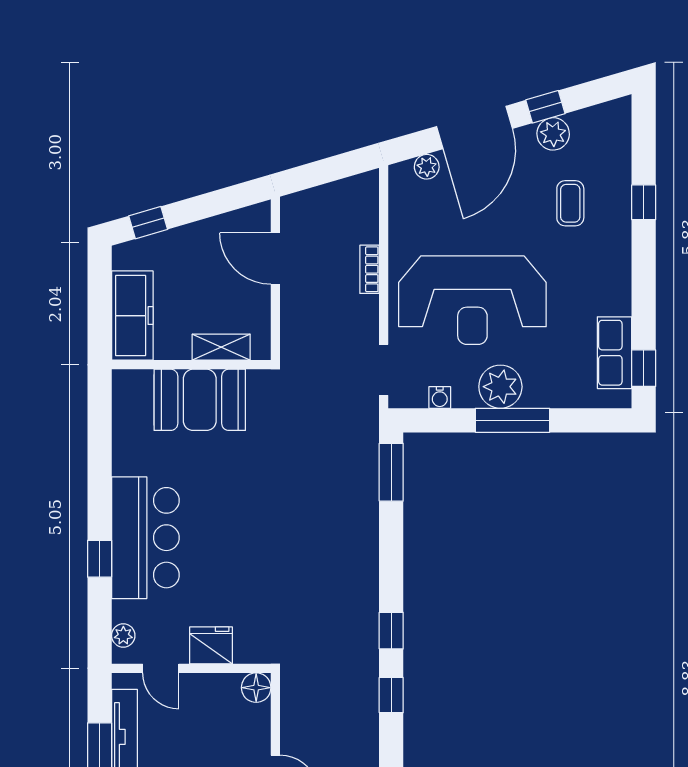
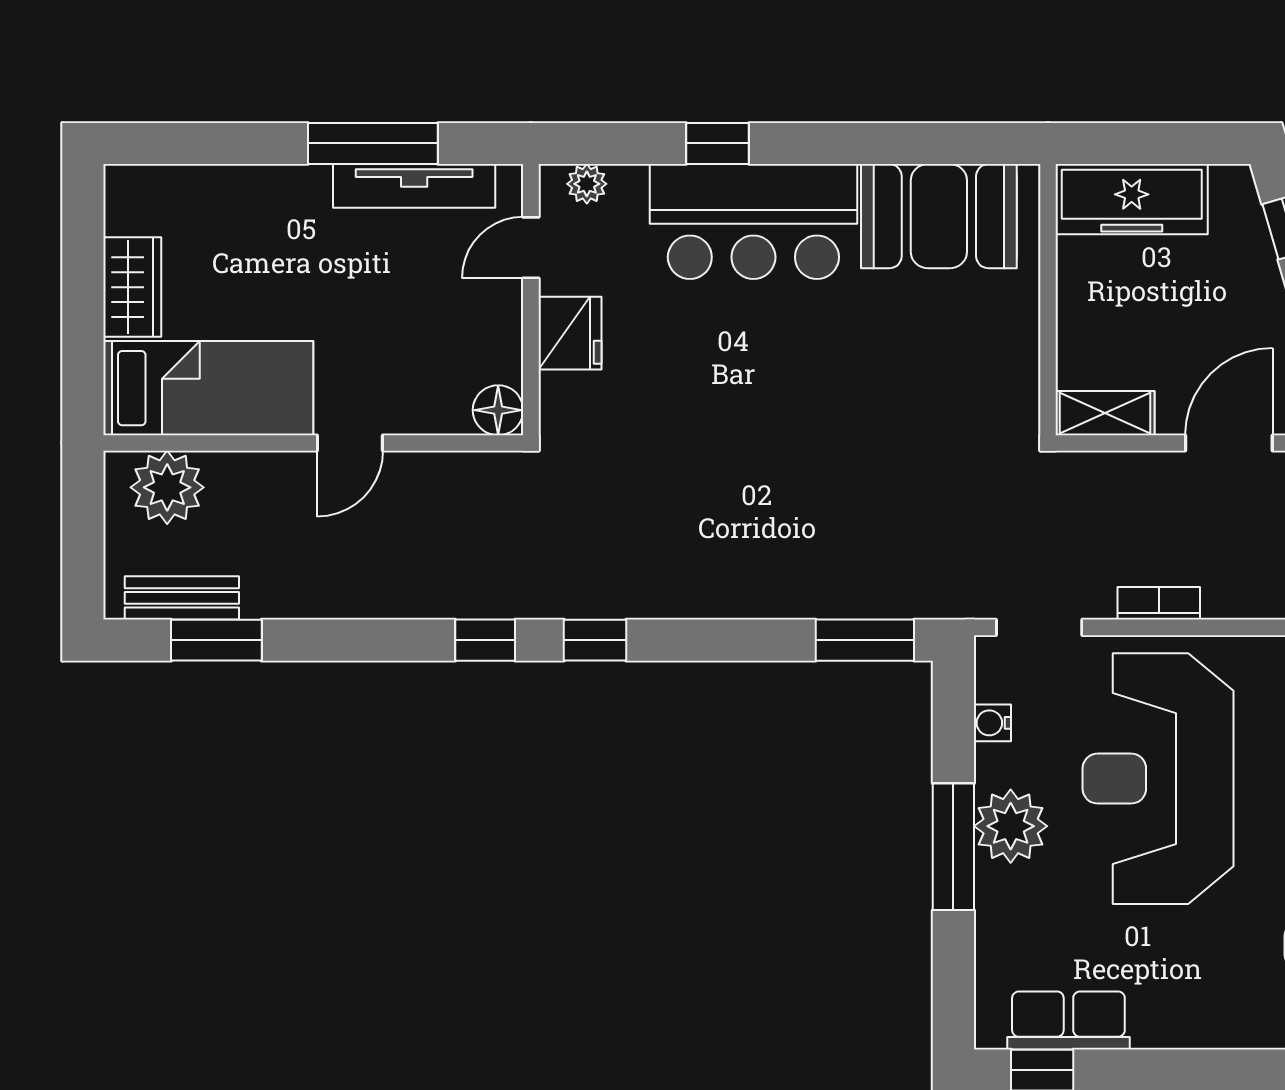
bookcase: (369, 269) -> (1159, 603), moved
shelving: (221, 347) -> (1105, 413), moved, turned 90
booth: (200, 400) -> (939, 216), moved, turned 90

